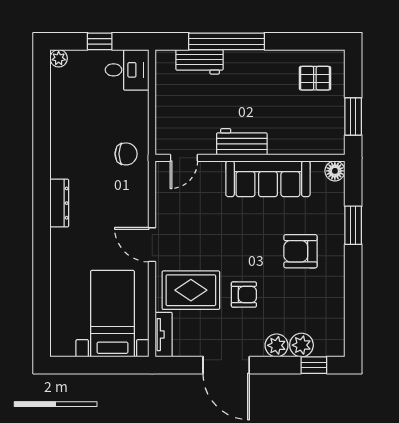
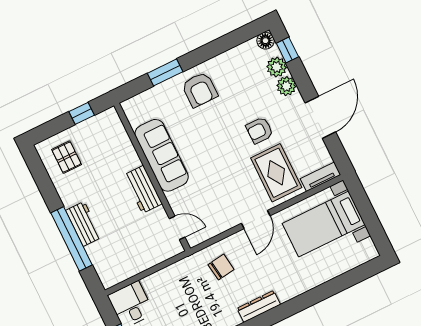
workbench: (199, 62) -> (84, 224), moved
window: (353, 116) -> (82, 113), width x0.67
chair: (126, 154) -> (221, 267), moved, turned 82
floor lamp: (335, 171) -> (265, 41), moved
armchair: (300, 251) -> (200, 90), moved
armchair: (244, 294) -> (259, 130), turned -90

